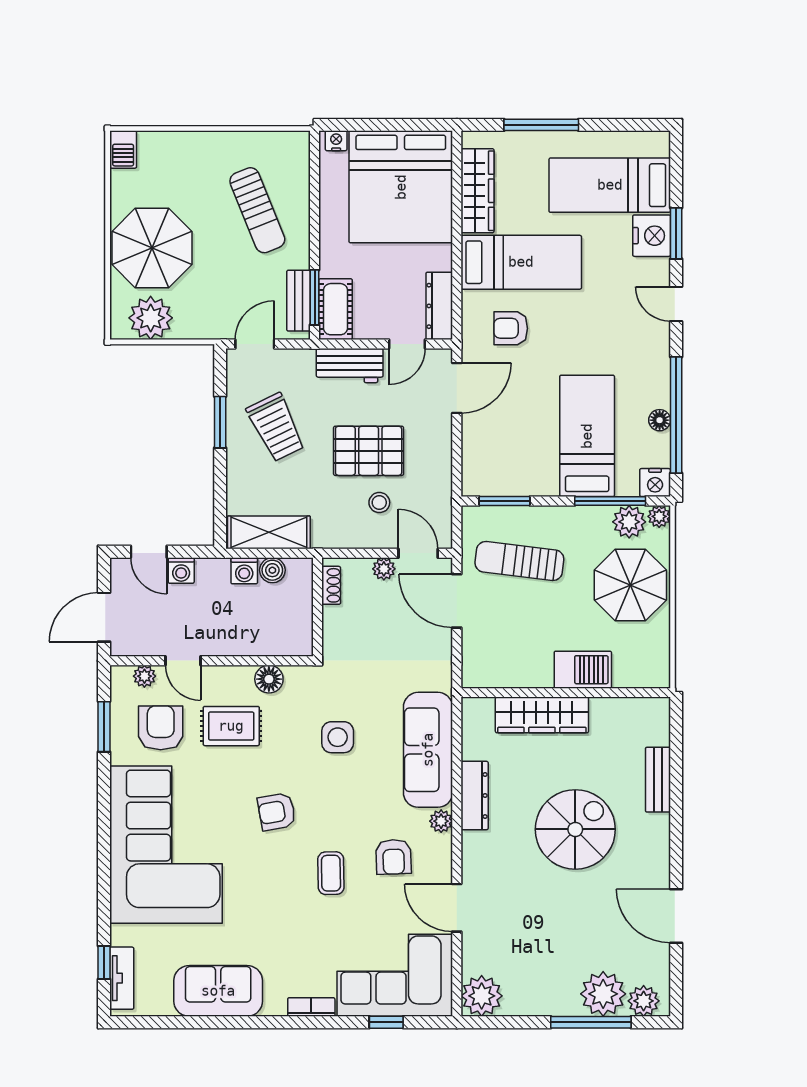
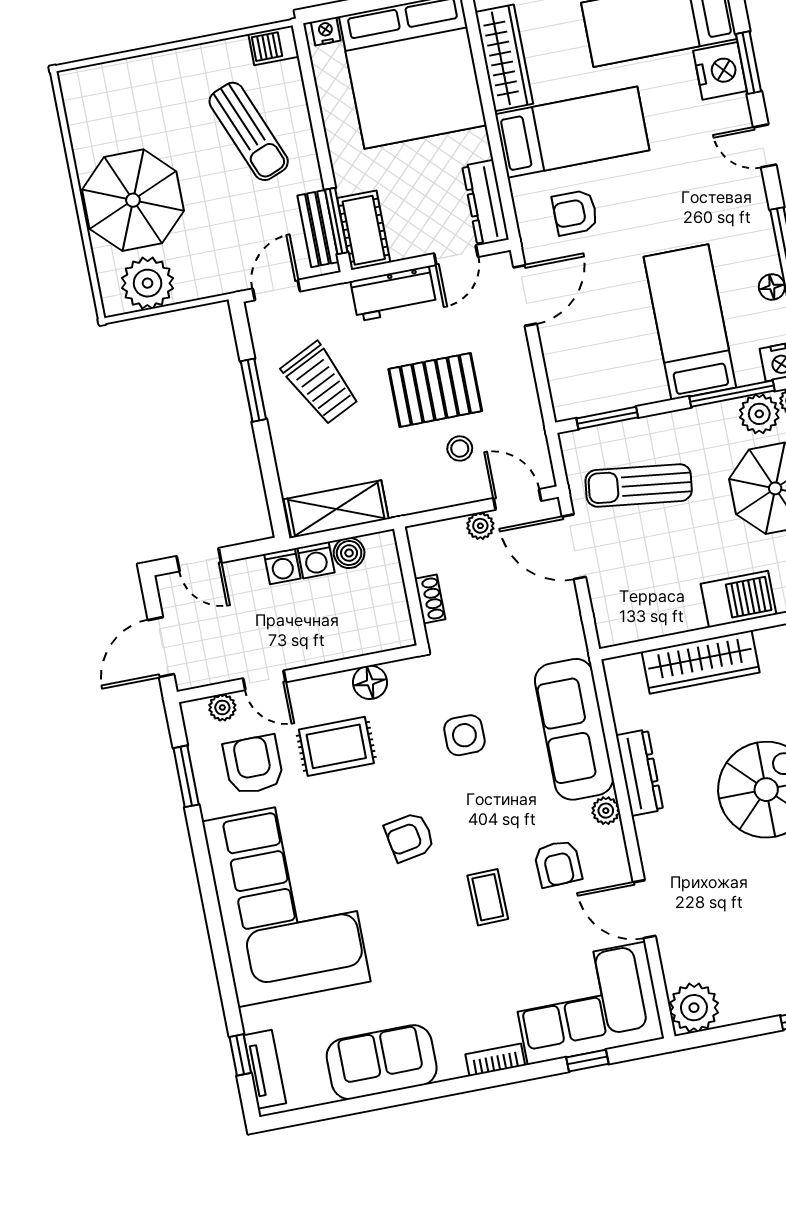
barbecue: (123, 149) -> (274, 45), moved, turned 90
washing machine: (181, 570) -> (282, 566), moved
shoe rack: (331, 585) -> (430, 599), moved

